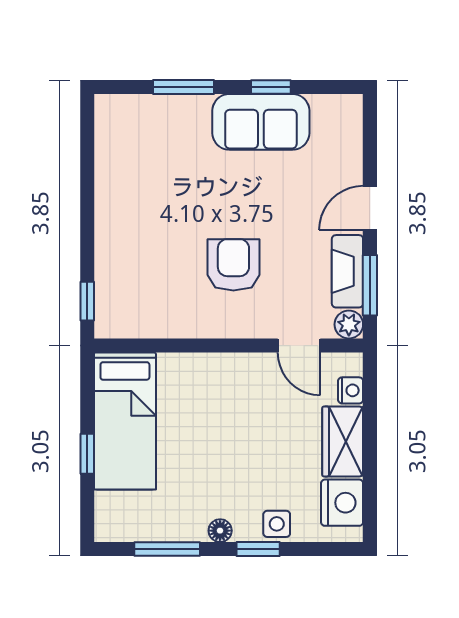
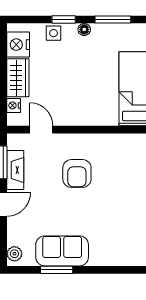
window: (184, 87) -> (104, 270), removed
window: (271, 87) -> (57, 270), width x1.50
plant: (349, 324) -> (14, 254), moved

